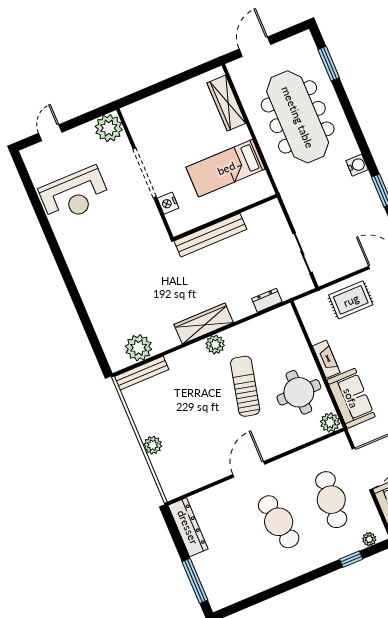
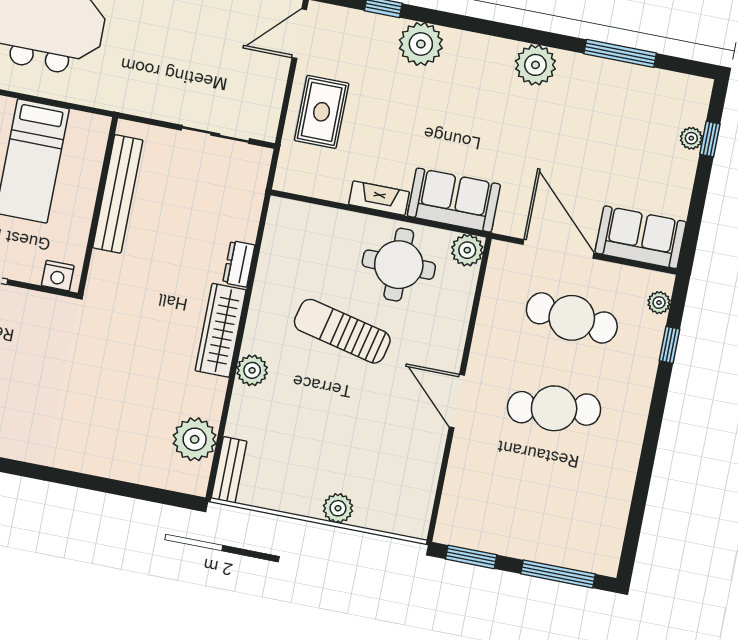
nightstand: (168, 203) -> (58, 276), moved
bench: (210, 235) -> (118, 194), moved
dresser: (267, 300) -> (239, 264), moved
plant: (215, 344) -> (252, 370), moved
bench: (141, 373) -> (229, 470), width x0.73
dresser: (188, 527) -> (480, 535), removed
window: (174, 530) -> (471, 557), added

